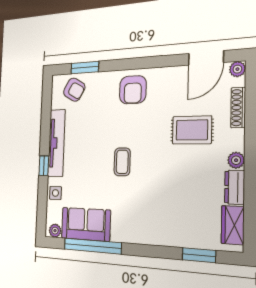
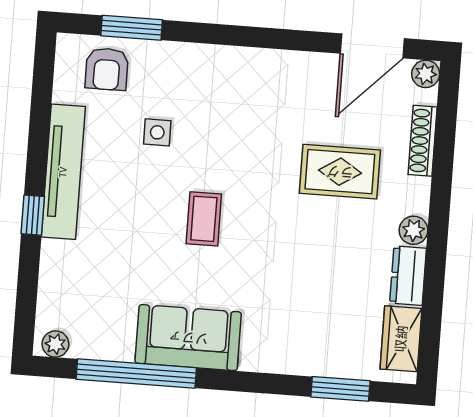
armchair: (74, 90) -> (107, 69), turned 60
armchair: (133, 90) -> (231, 85), removed
side table: (55, 193) -> (157, 132), moved
sofa: (86, 224) -> (188, 338), moved

